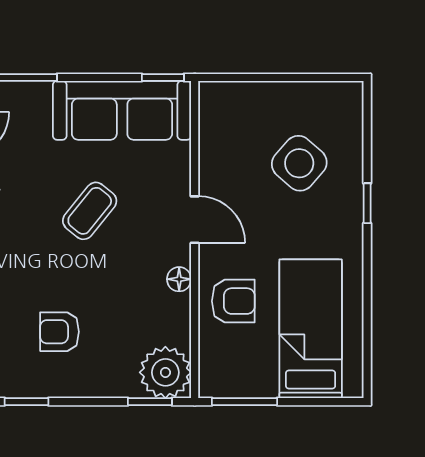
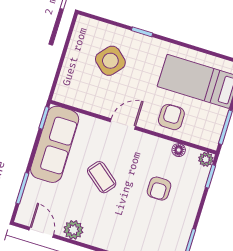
floor lamp: (179, 279) -> (179, 150), moved
armchair: (60, 332) -> (159, 189), moved
plant: (165, 372) -> (206, 159), width x0.53, depth x0.53

